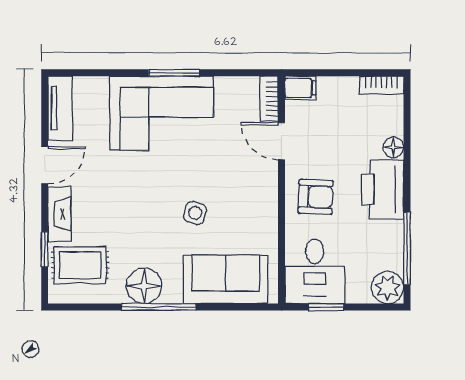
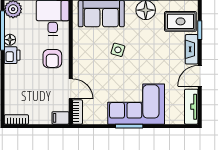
floor lamp: (393, 147) -> (10, 40), moved
printer: (382, 189) -> (12, 55), width x0.53, depth x0.68
armchair: (316, 197) -> (52, 59), turned -92

